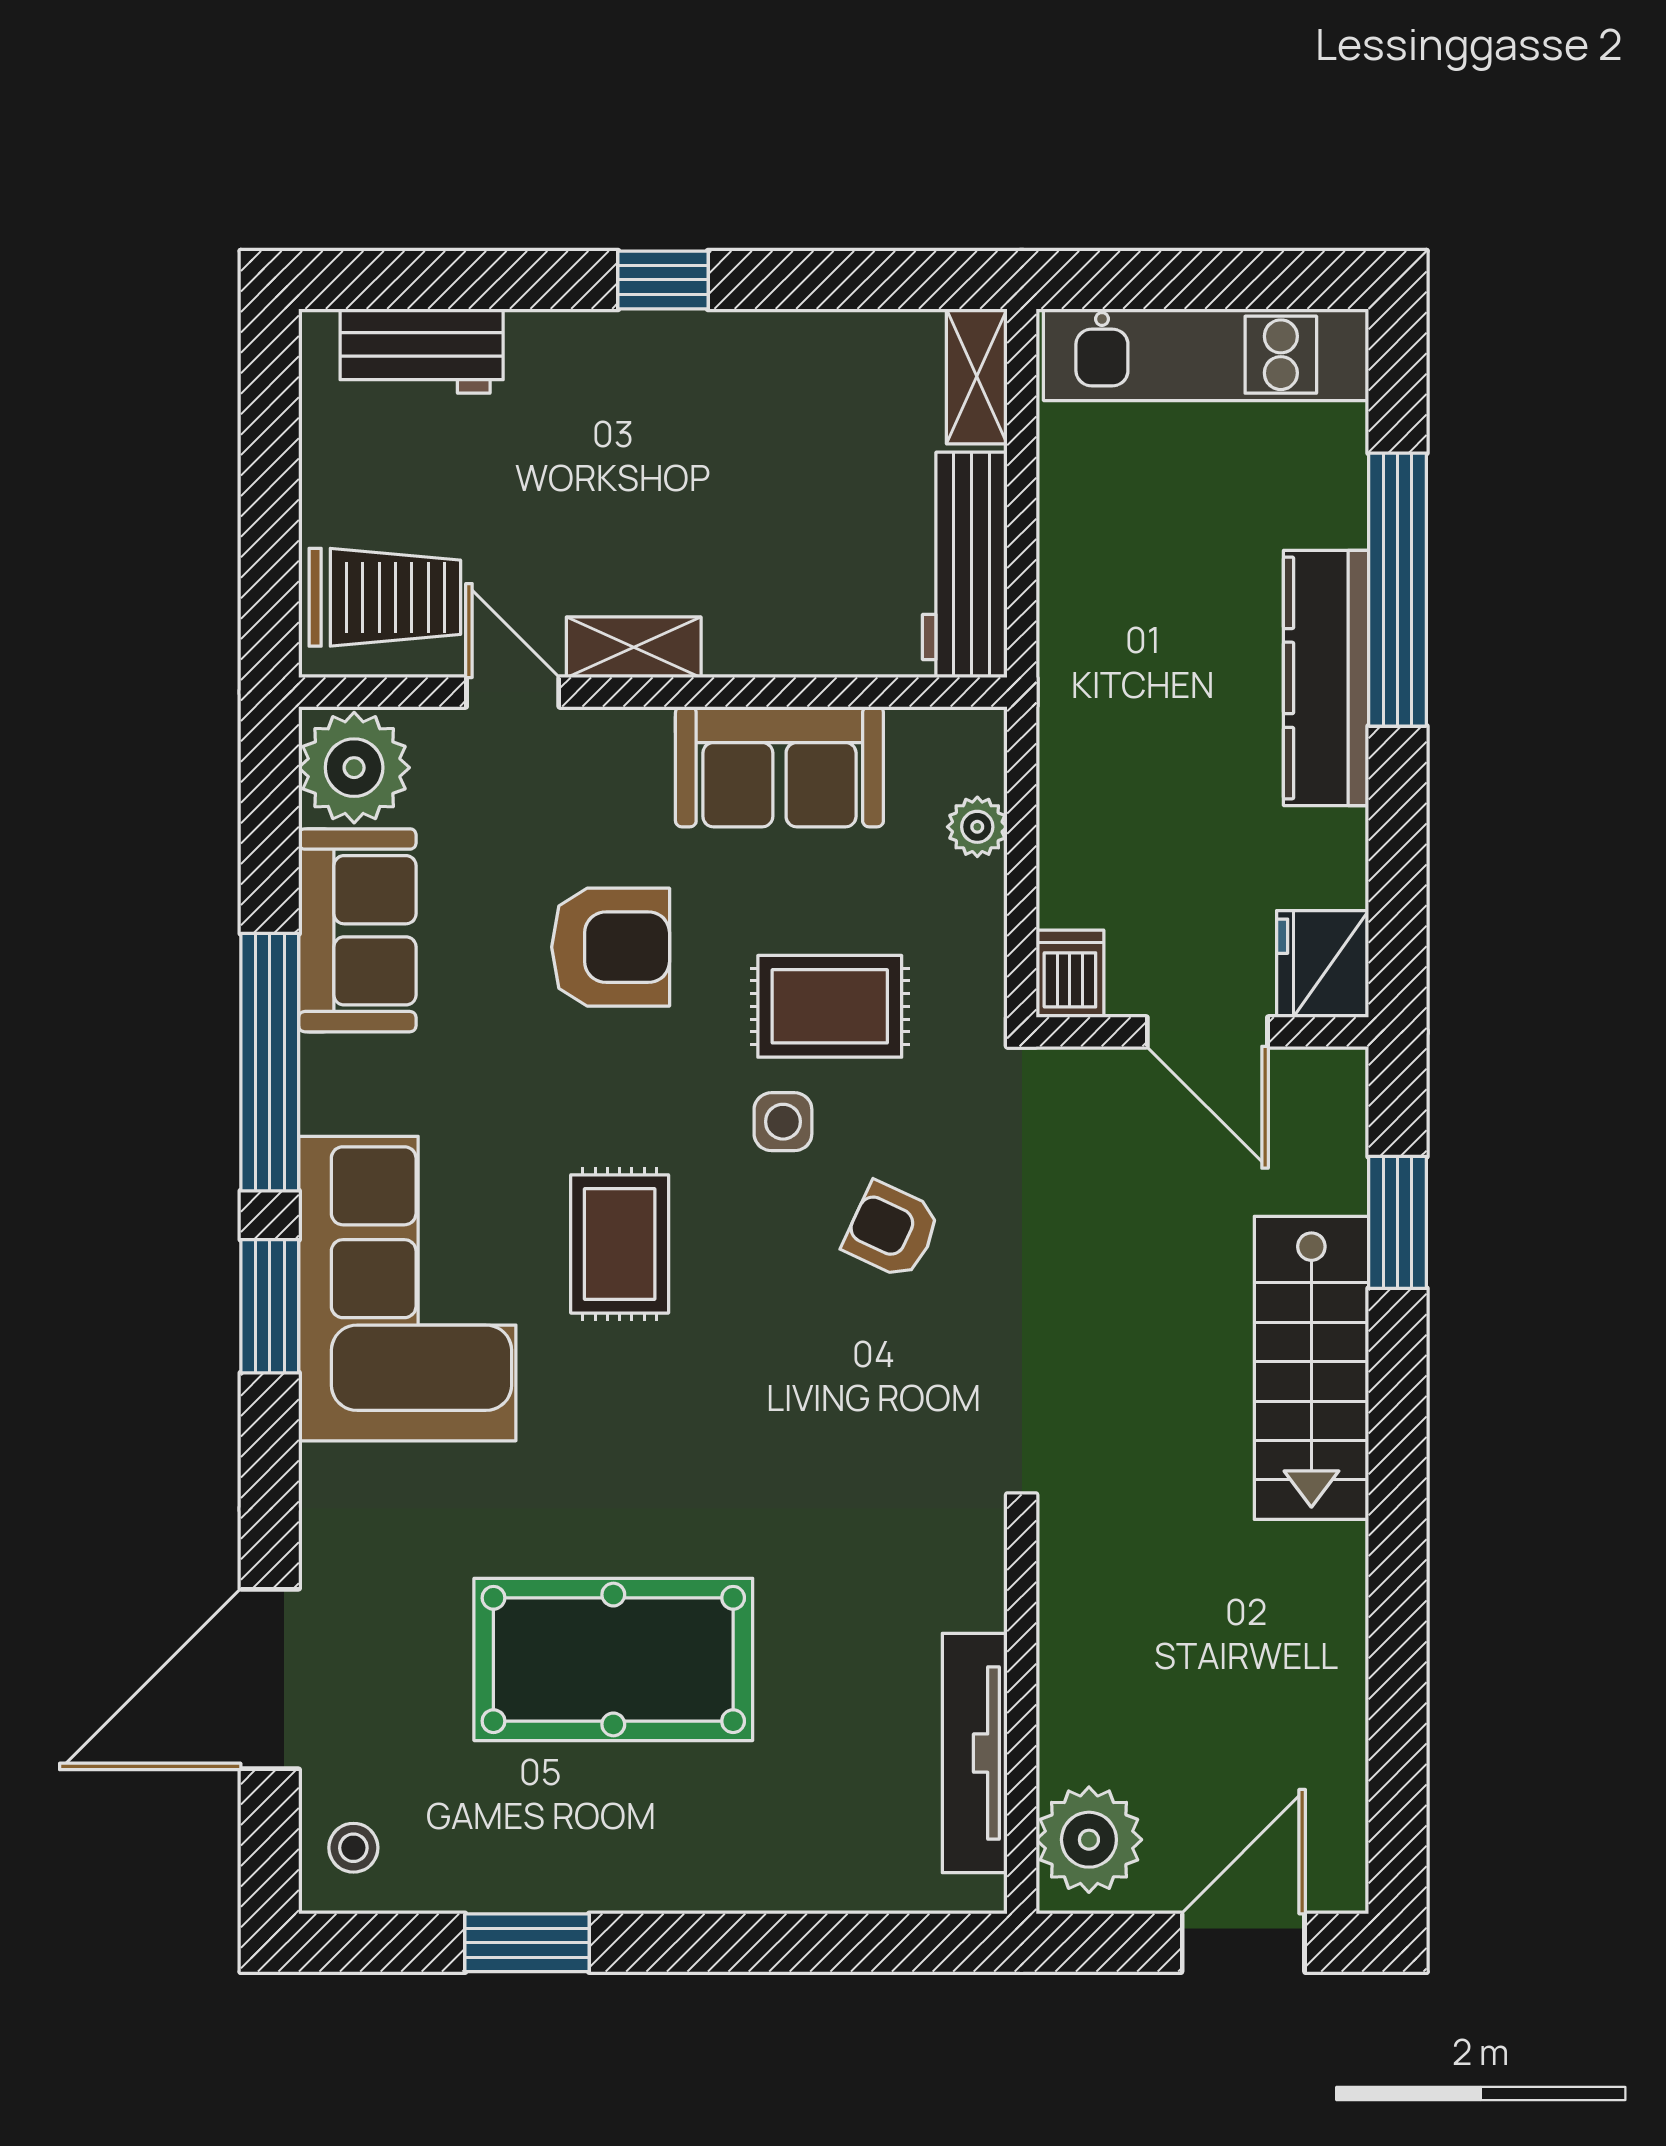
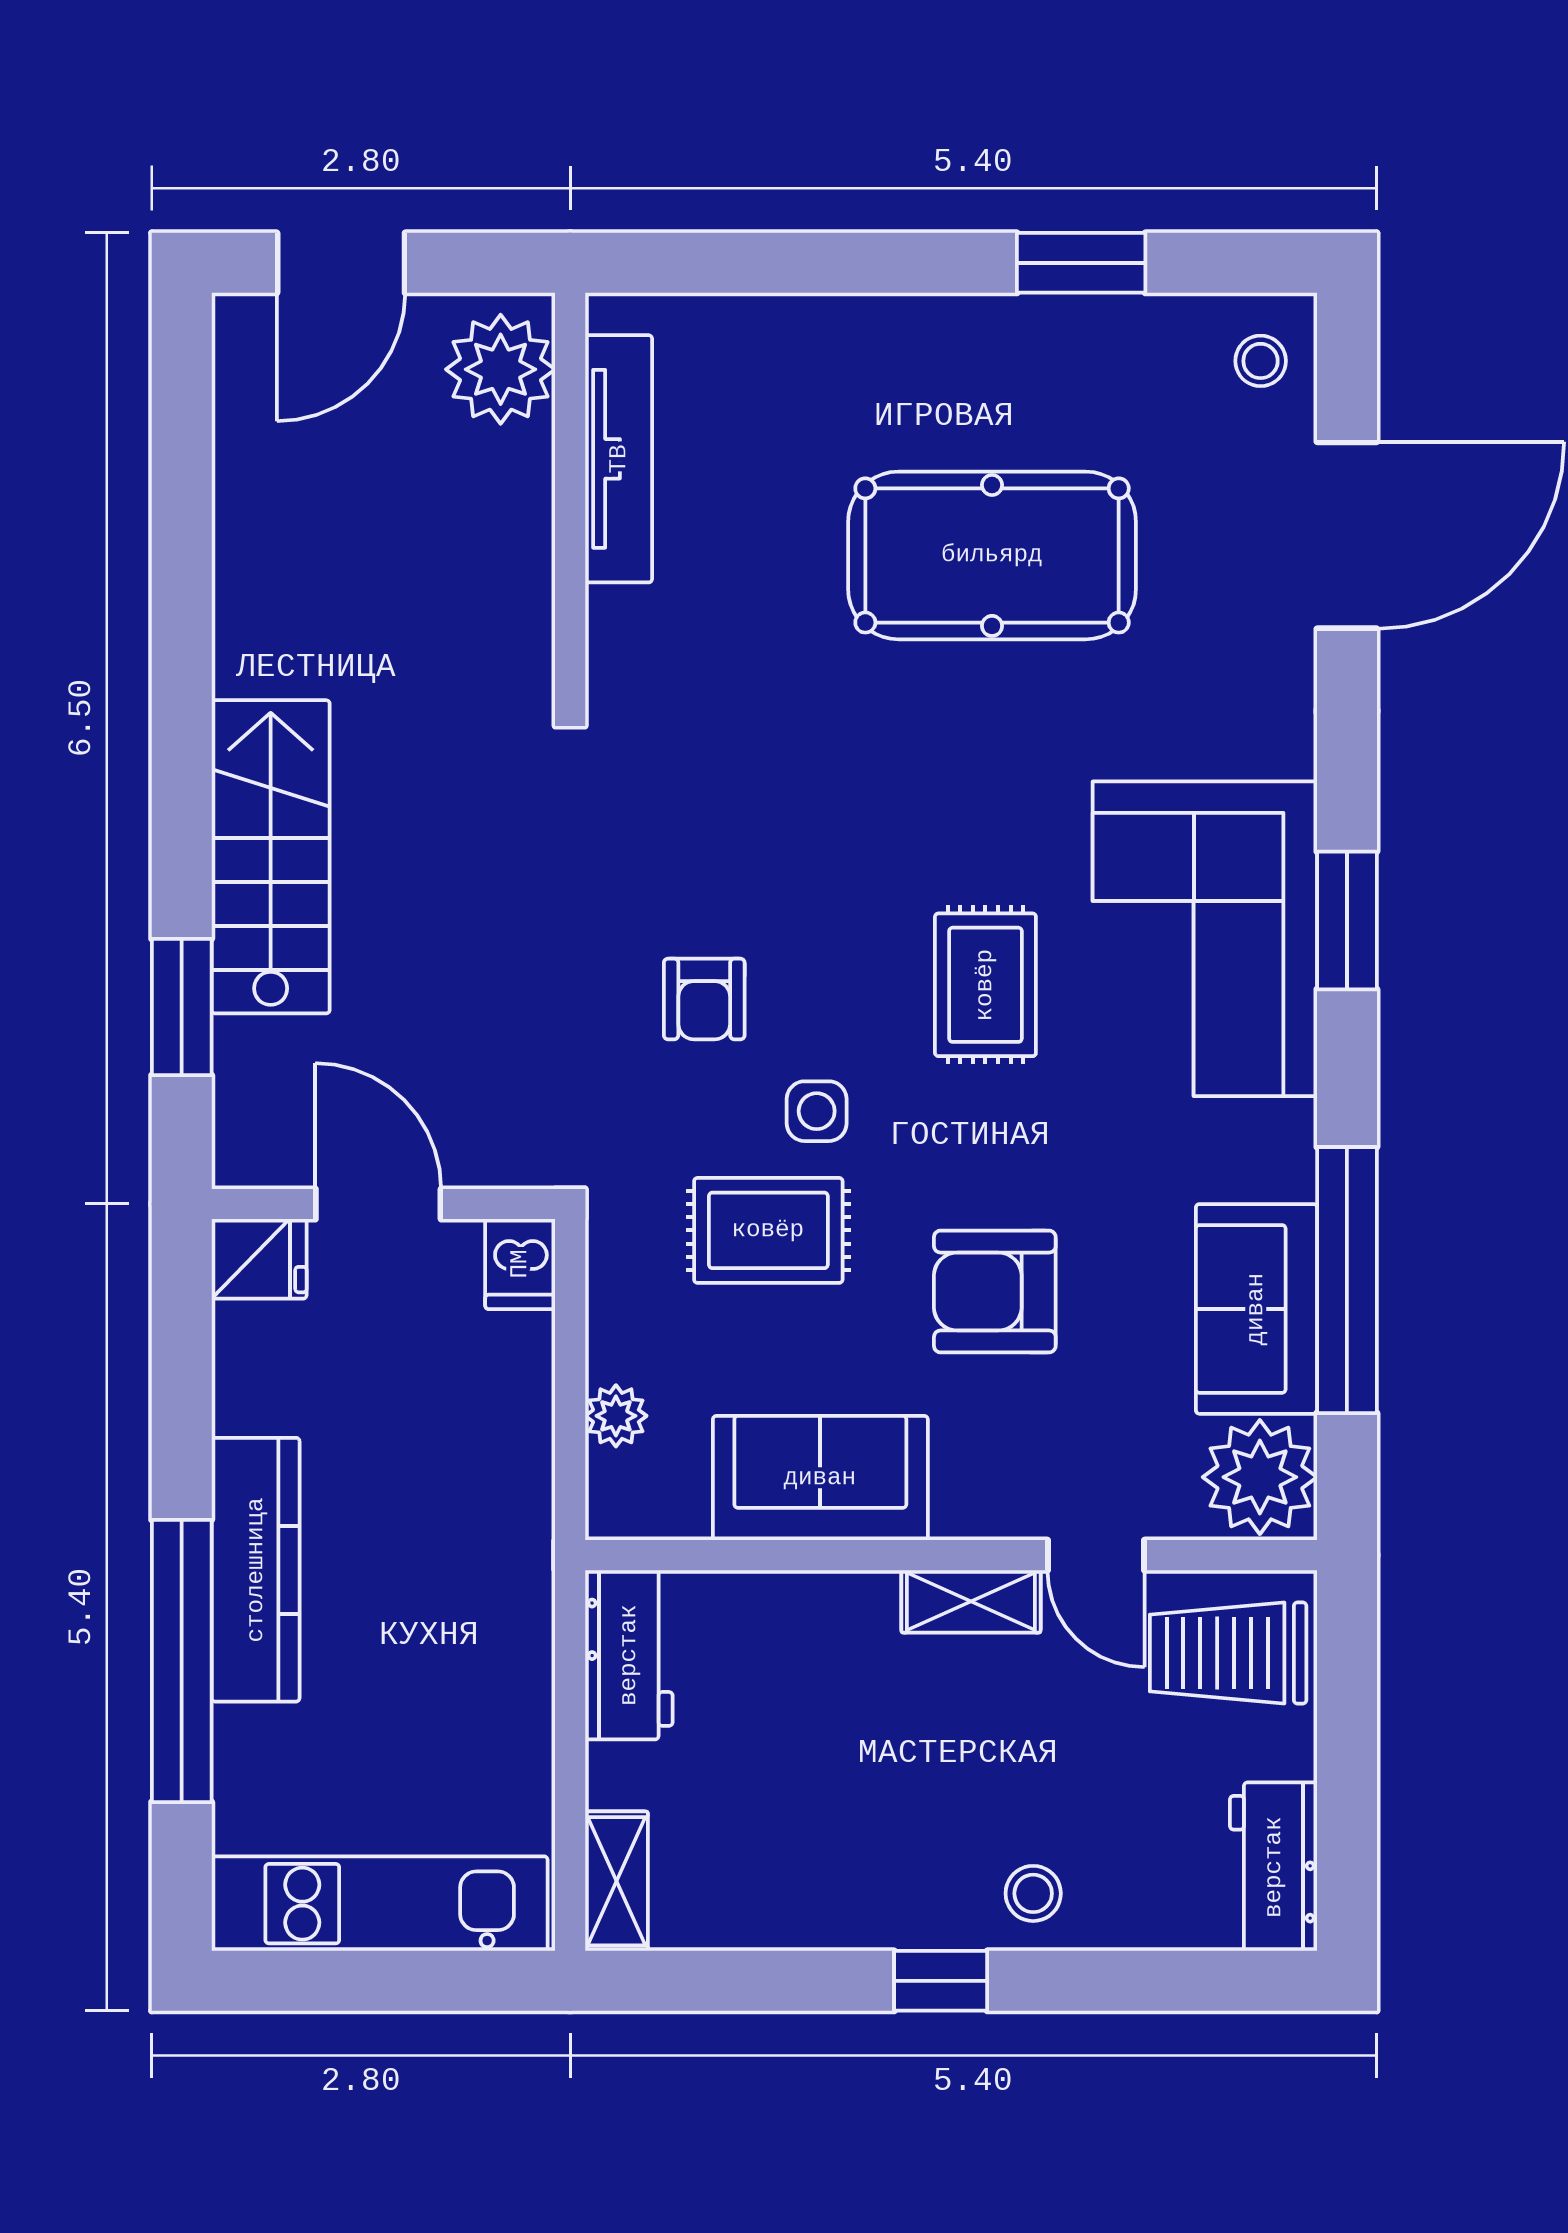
workbench: (422, 351) -> (1274, 1867), moved, turned -90
stool: (573, 365) -> (1033, 1893), added
workbench: (965, 565) -> (629, 1655), width x0.73
fridge: (1323, 964) -> (259, 1259), width x0.72
window: (270, 1062) -> (1347, 1280), moved
armchair: (892, 1230) -> (704, 999), turned 65

